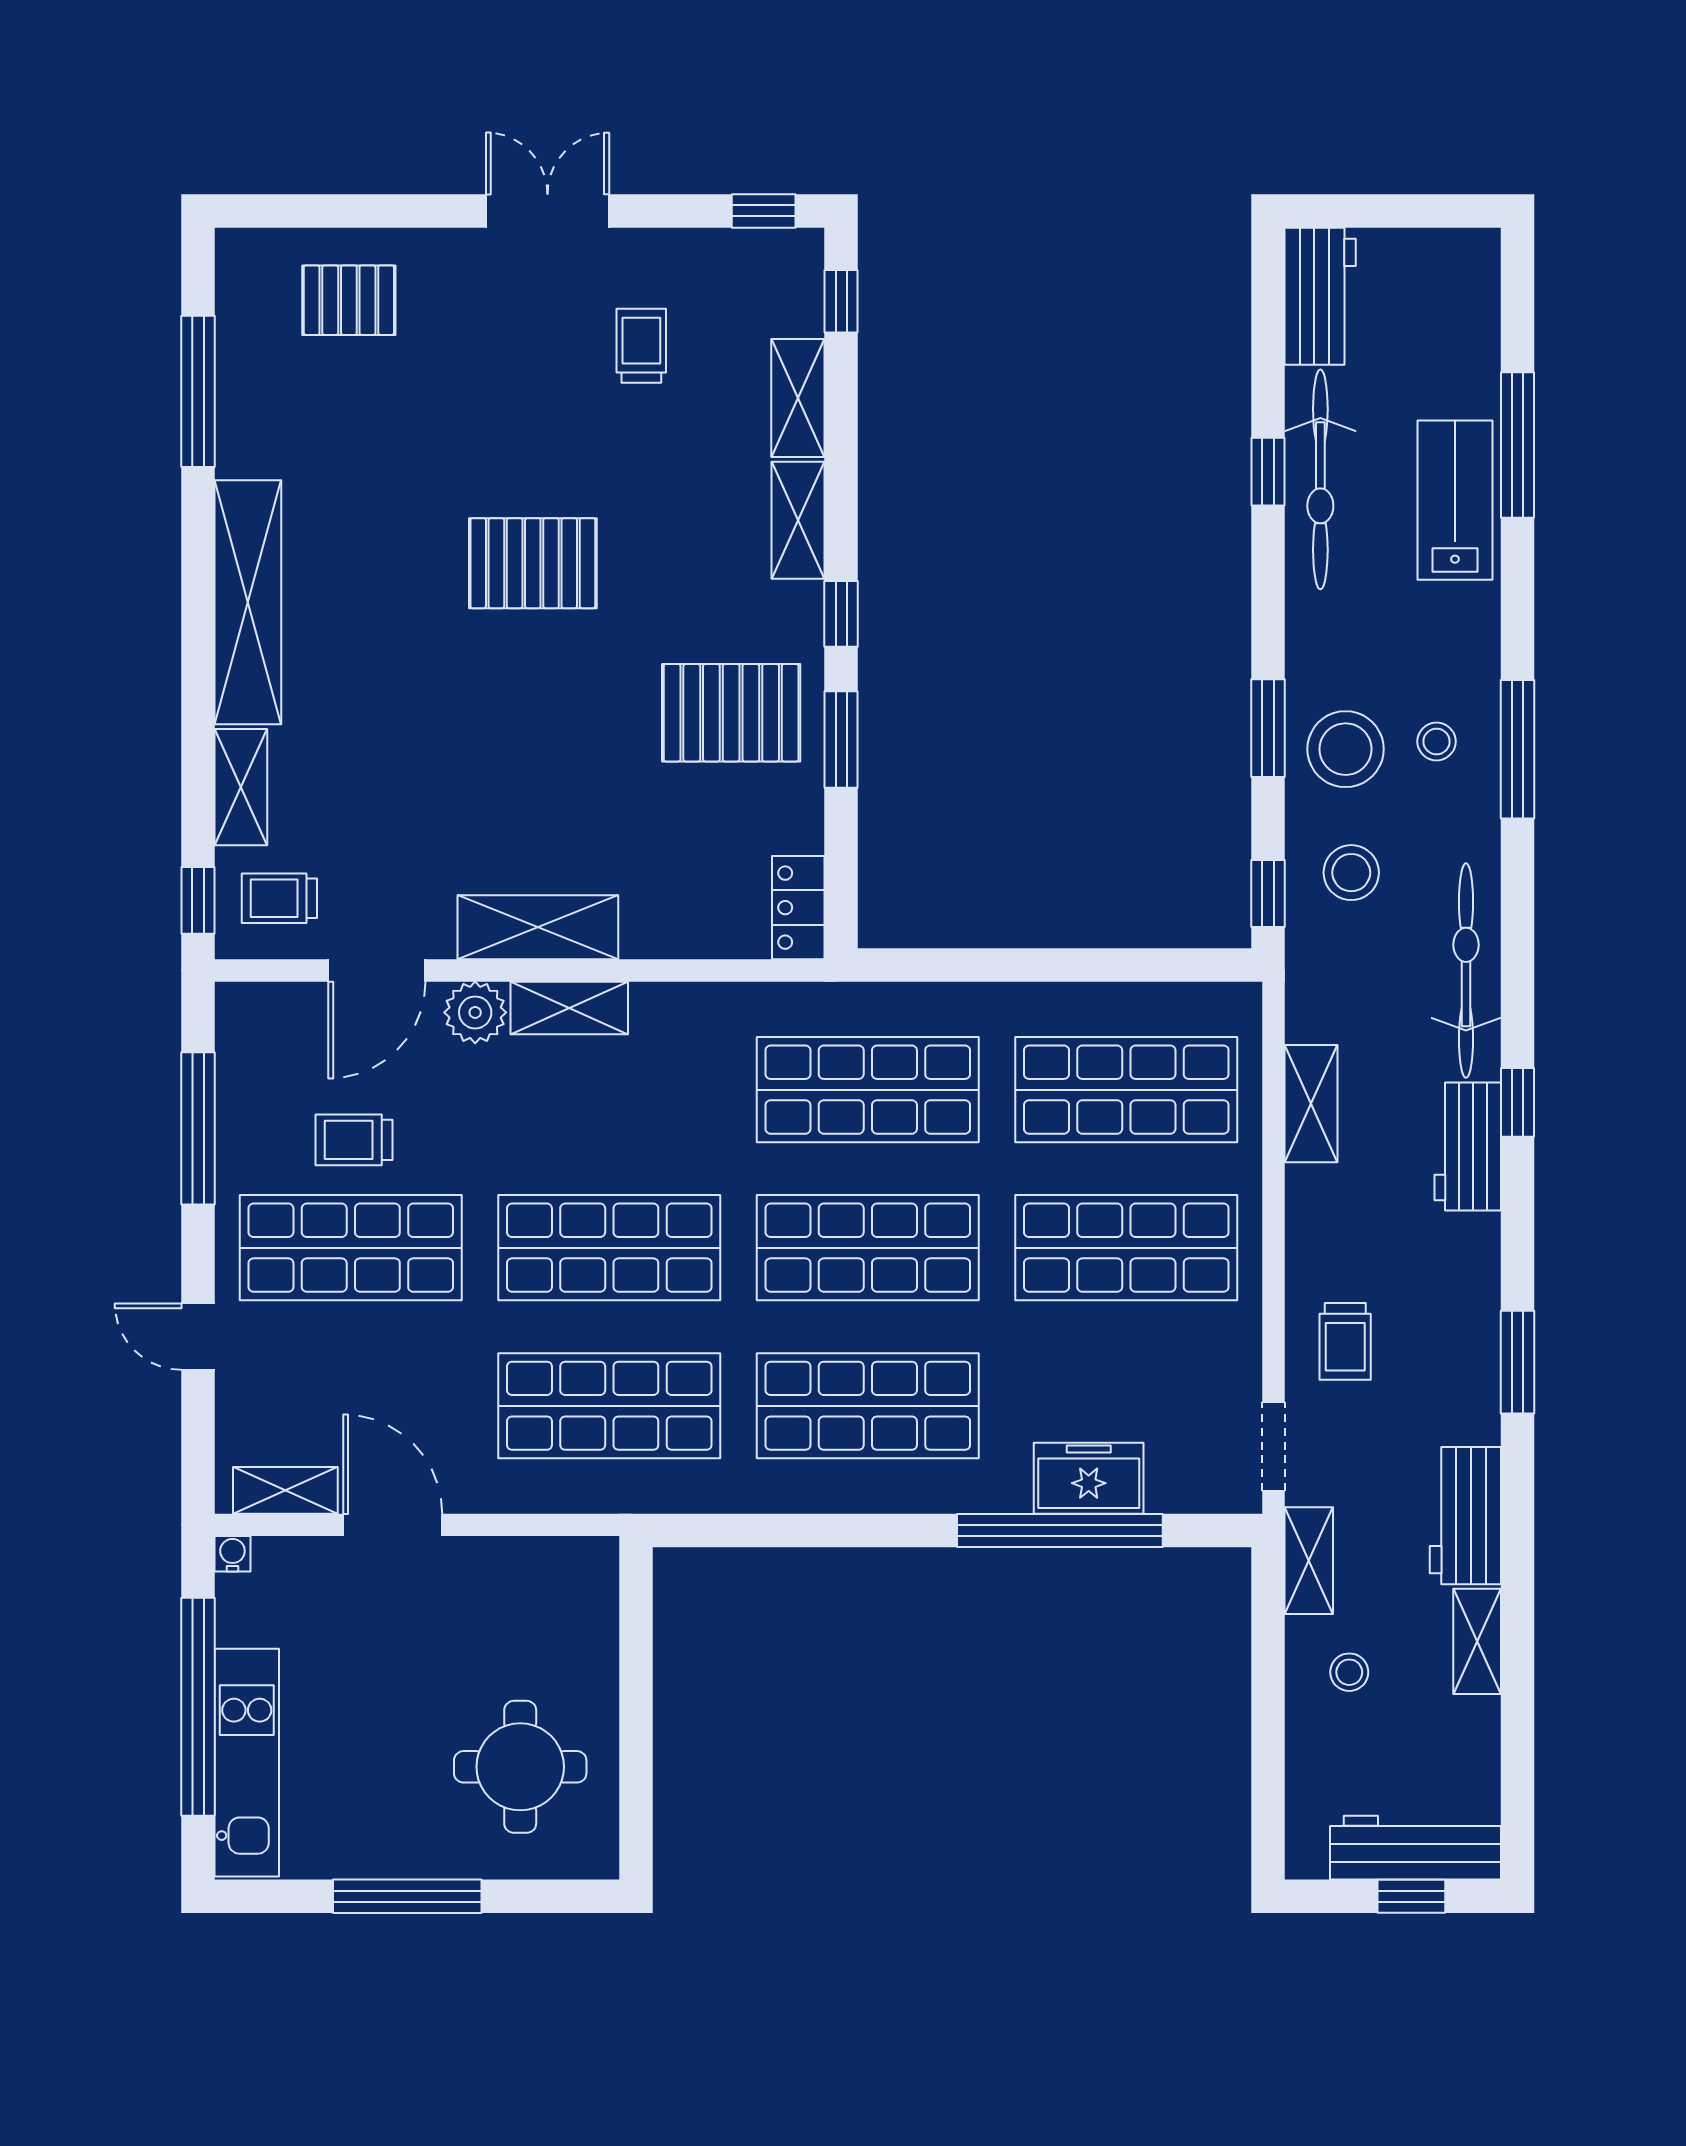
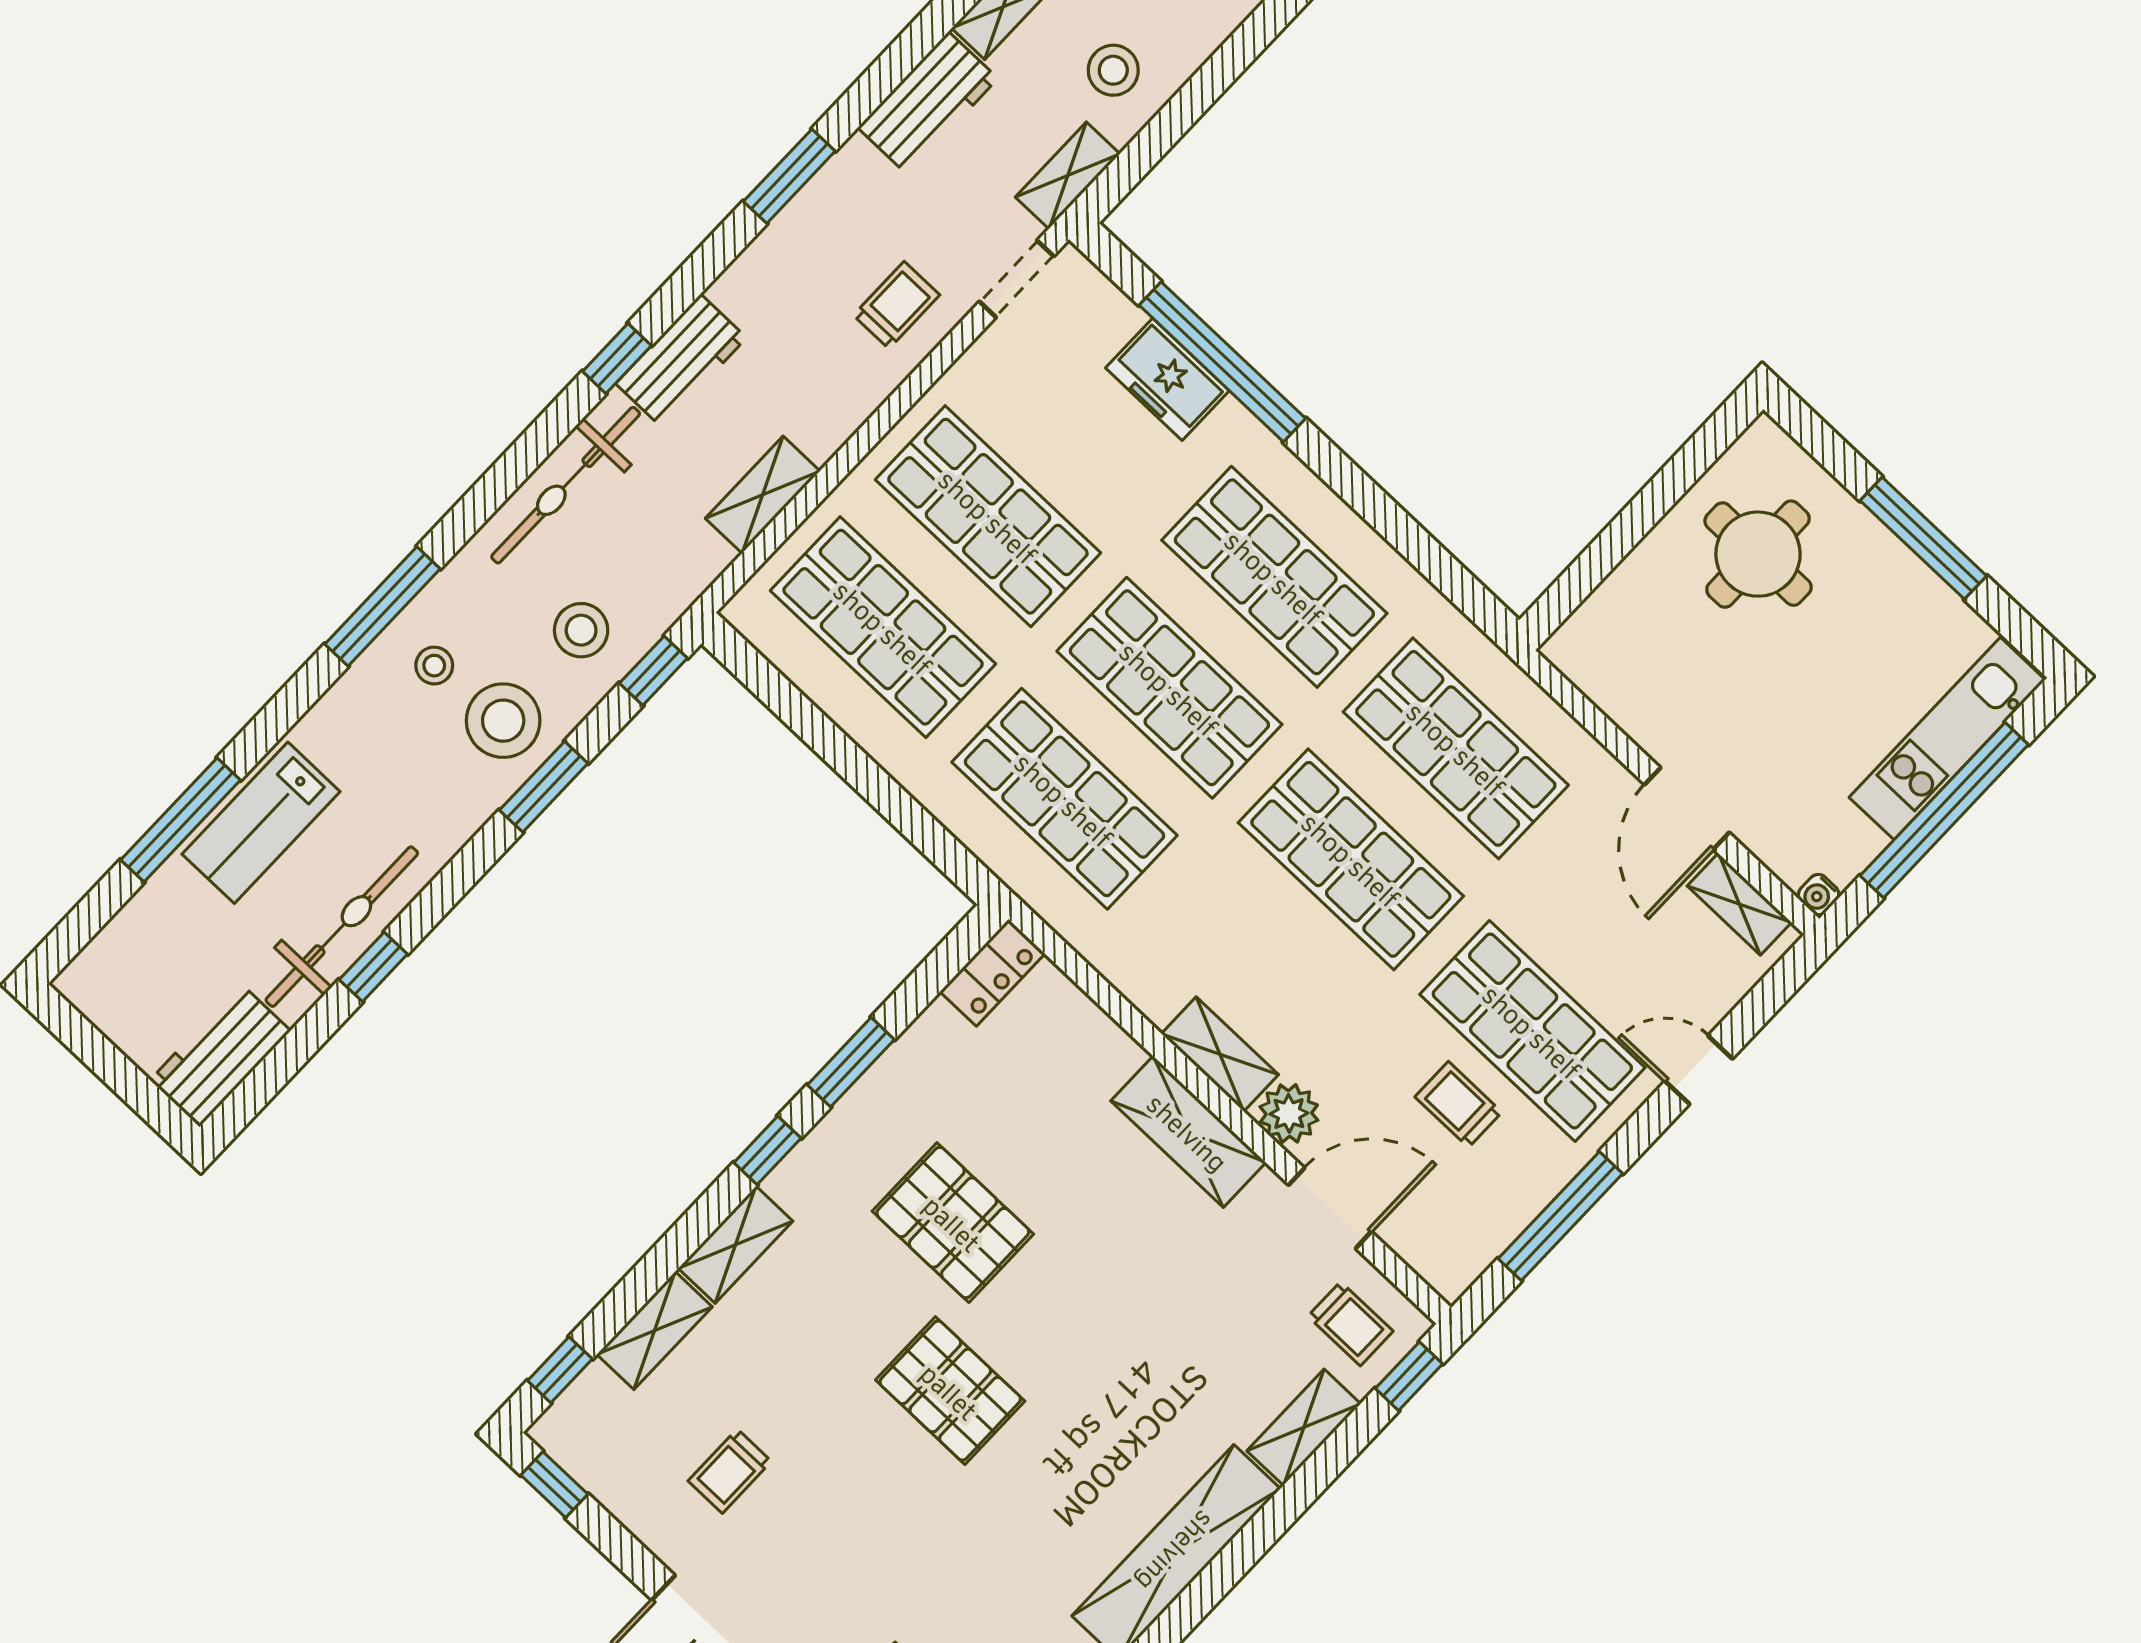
pallet: (731, 713) -> (953, 1223), moved
trolley: (354, 1140) -> (1459, 1105), turned 180
door: (198, 1337) -> (1699, 1070), swing flipped
stool: (1349, 1672) -> (1113, 70), width x1.37, depth x1.37

